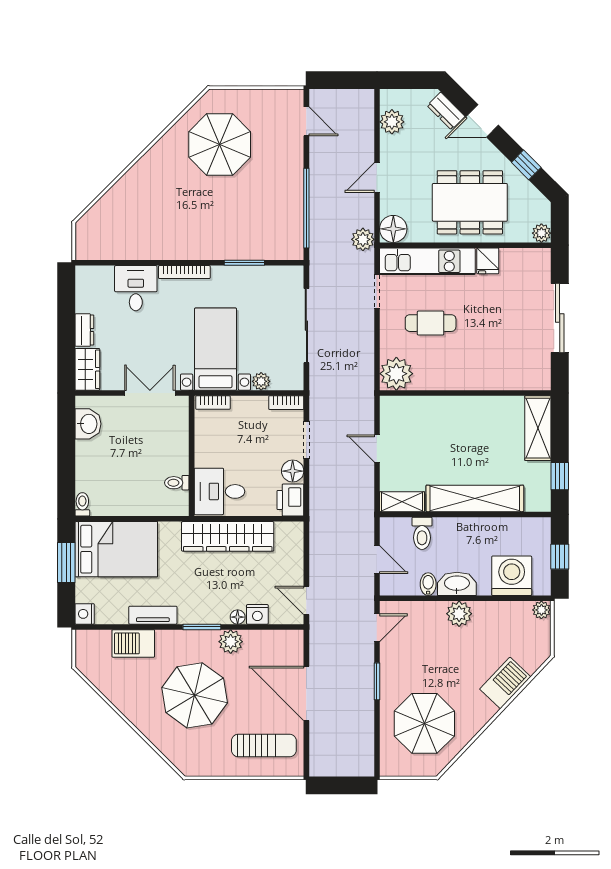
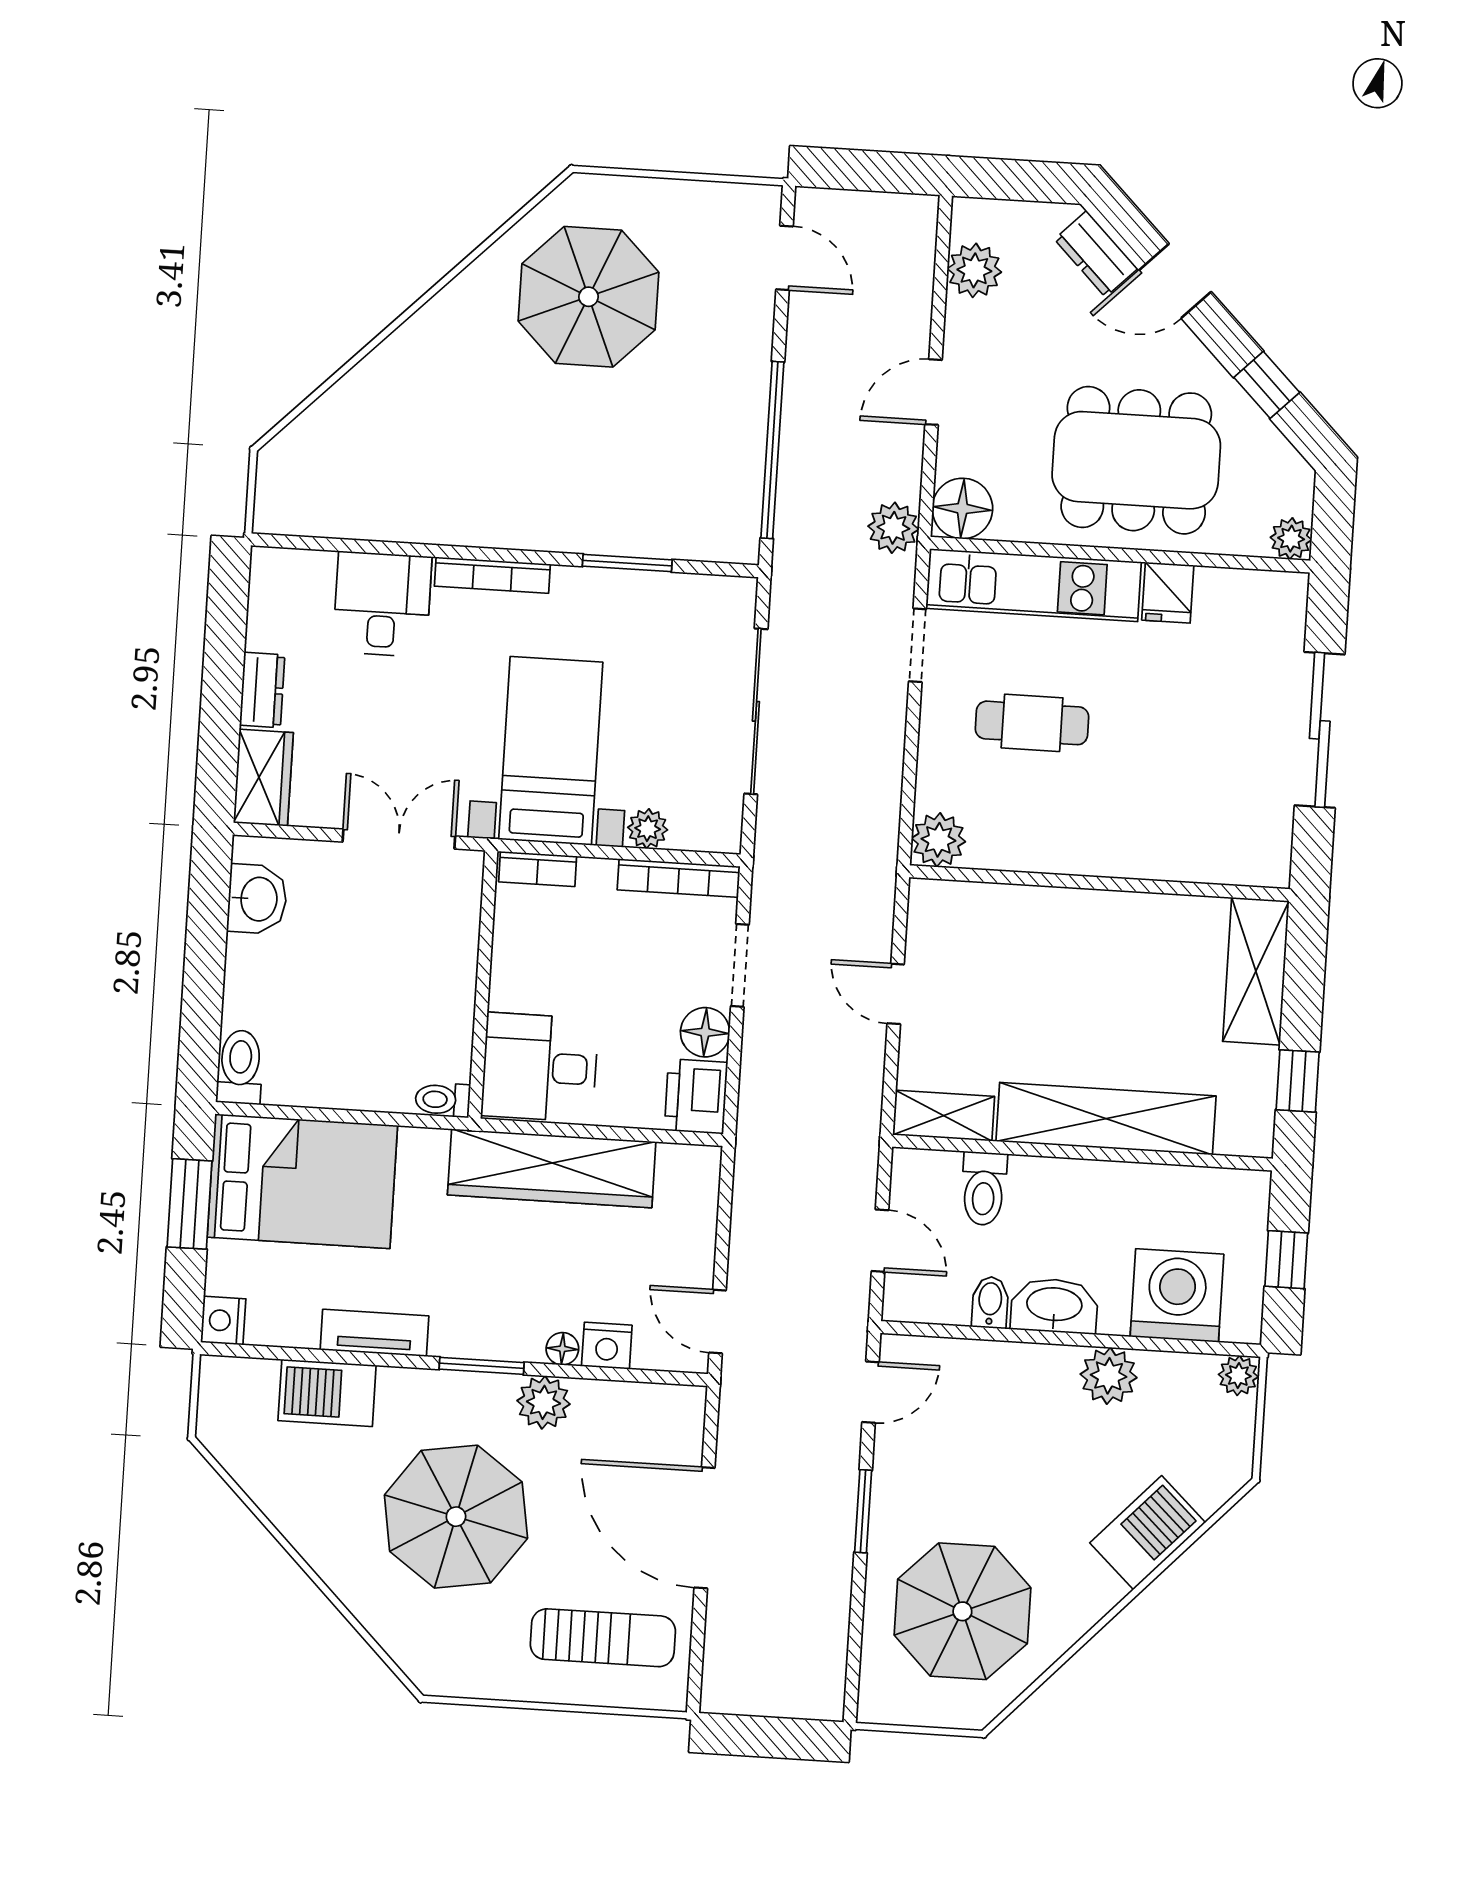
plant: (396, 374) -> (938, 840), width x0.73, depth x0.73
bookcase: (286, 403) -> (679, 878), width x1.56
toilet: (177, 483) -> (443, 1100), moved
toilet: (82, 504) -> (240, 1067), width x1.37, depth x1.39
plant: (459, 614) -> (1109, 1376), moved

